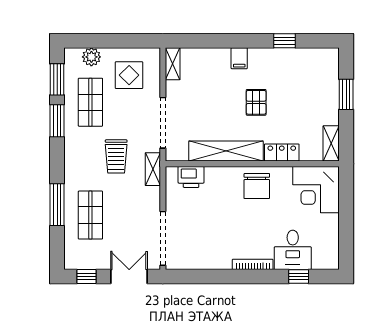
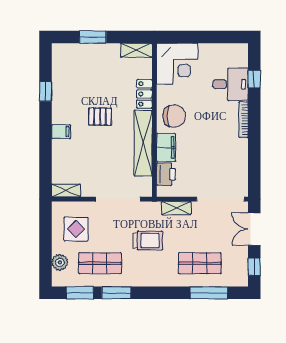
shelving: (153, 169) -> (176, 208), moved
filing cabinet: (221, 177) -> (166, 148), added
window: (57, 205) -> (209, 293), moved

